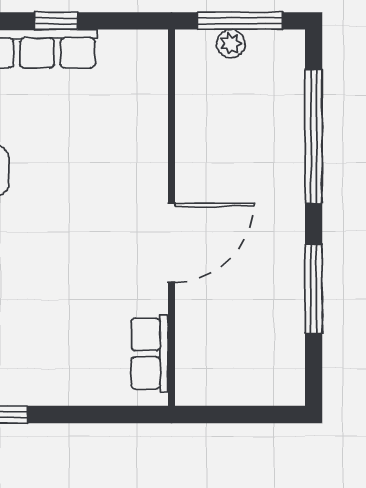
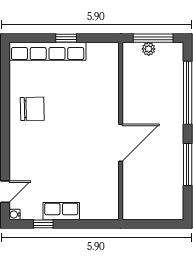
row of seats: (150, 354) -> (61, 211), moved, turned 90

